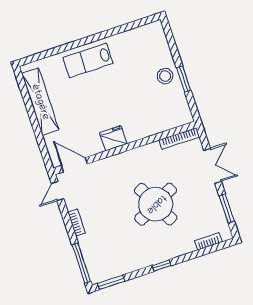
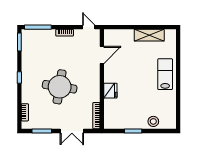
stool: (165, 76) -> (153, 121), moved
shelving: (40, 102) -> (149, 35), width x0.68
fridge: (113, 138) -> (110, 91), moved
door: (74, 165) -> (102, 55), moved
round table: (156, 204) -> (60, 87), turned 36

